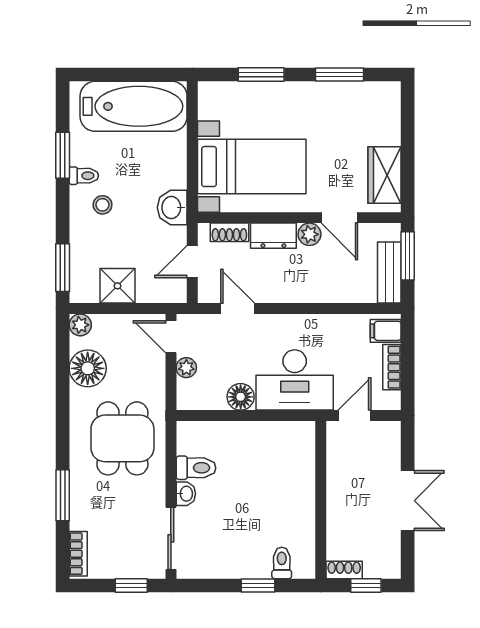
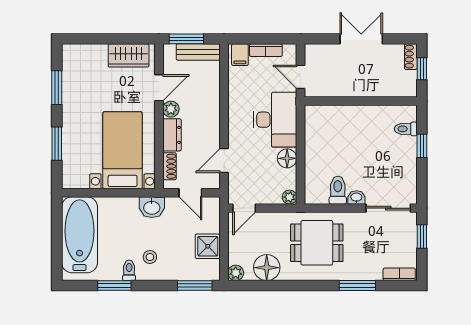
plant: (186, 368) -> (289, 197), moved
shoe rack: (344, 570) -> (411, 57), moved

